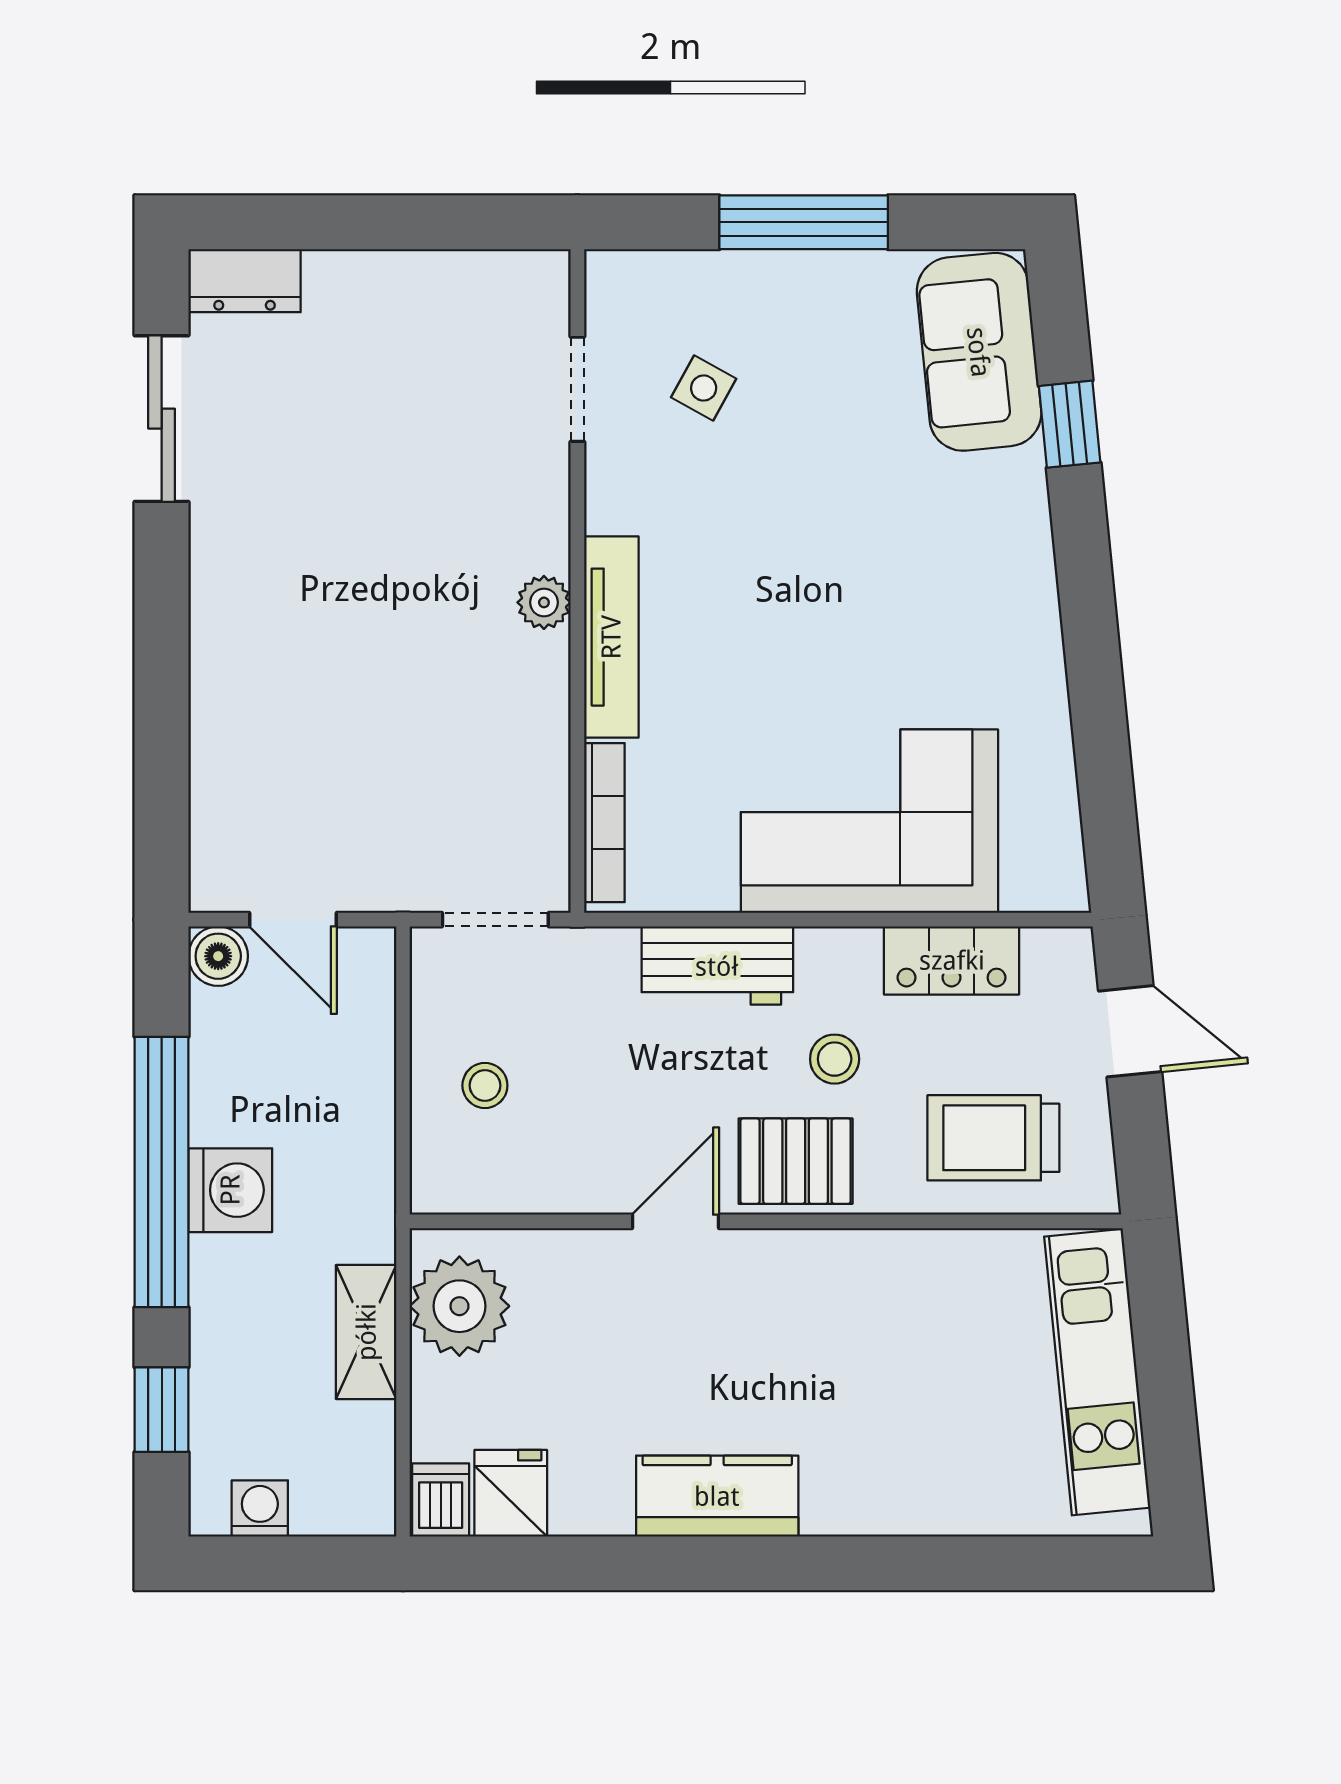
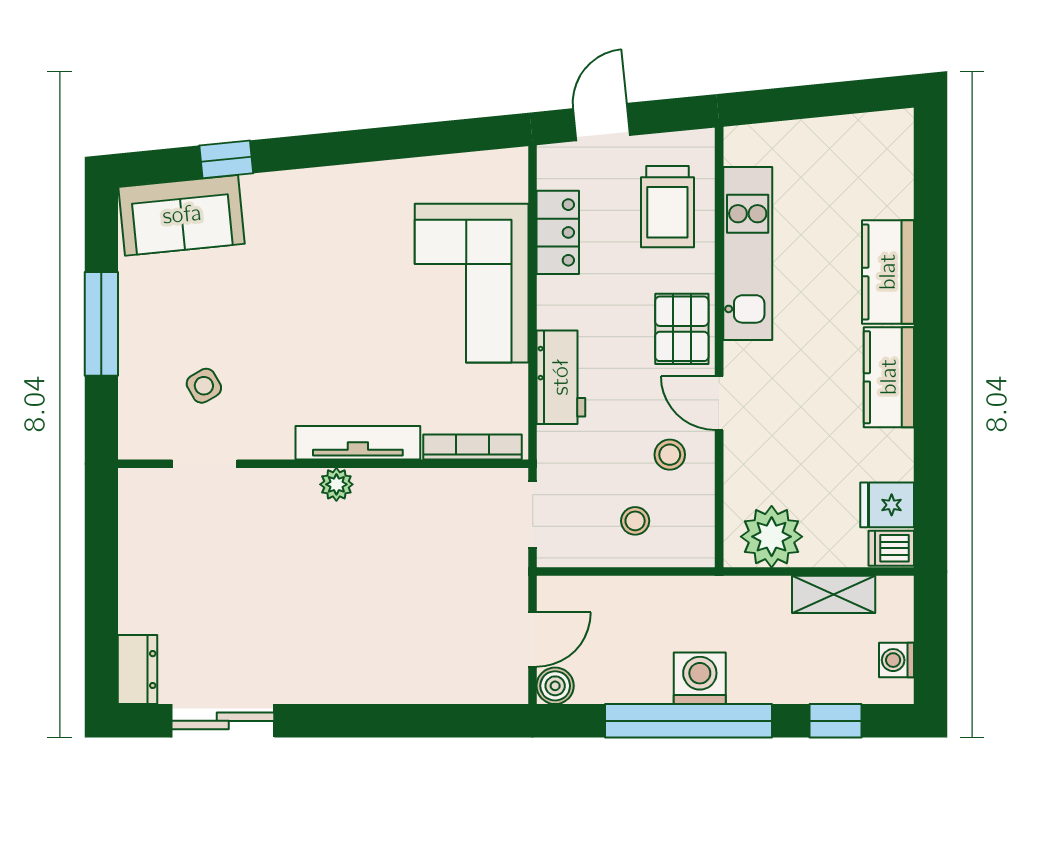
side table: (704, 388) -> (204, 386), turned 31
stool: (835, 1059) -> (670, 455), moved
shelving: (366, 1332) -> (834, 594), moved
kitchen unit: (1097, 1372) -> (748, 254), moved, turned -84
kitchen counter: (887, 1495) -> (888, 272), added

